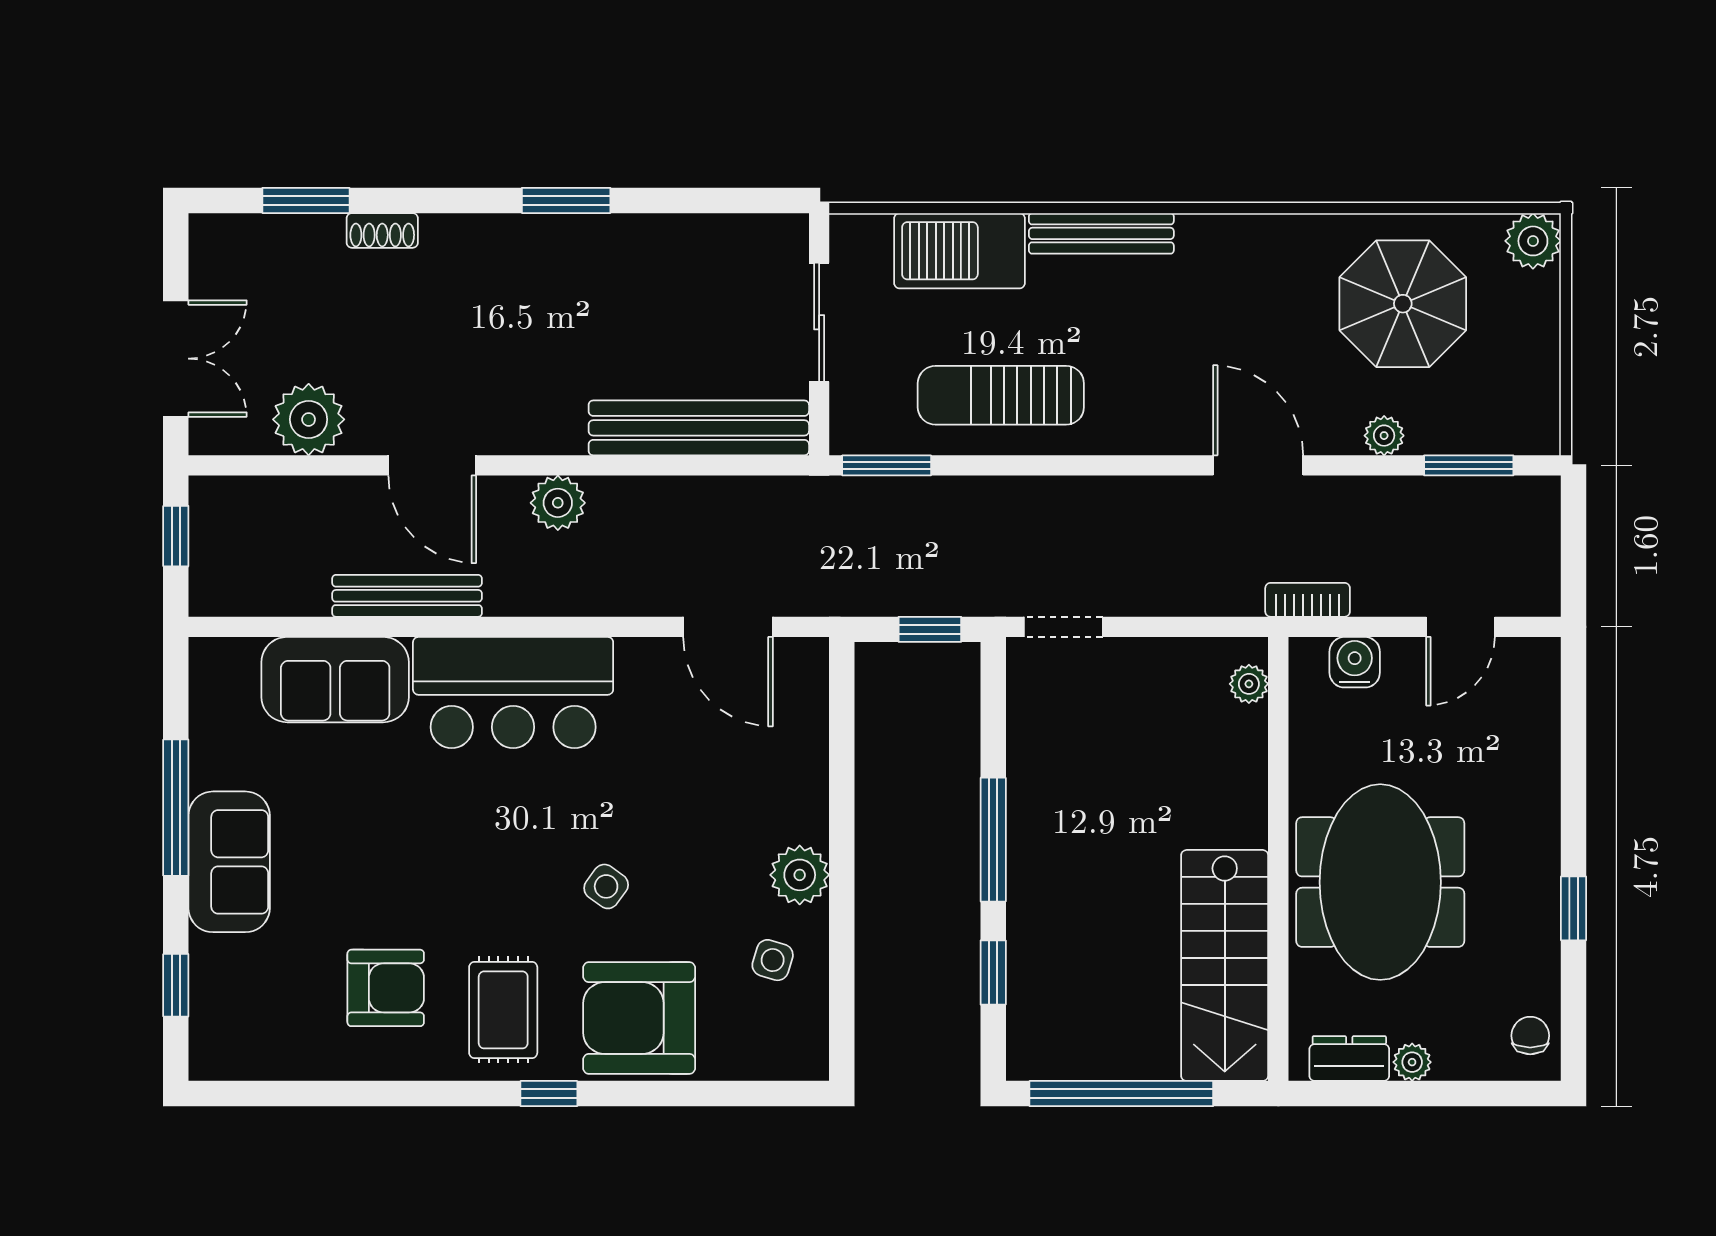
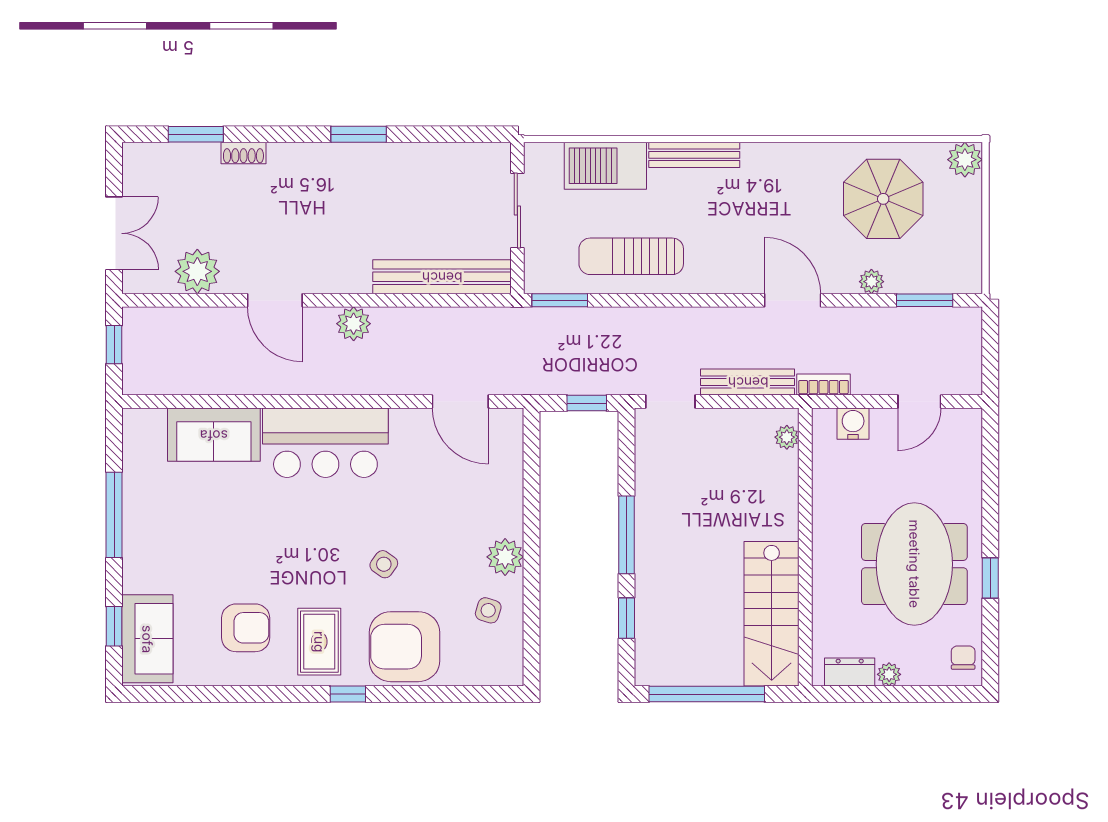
bench: (407, 596) -> (748, 382), moved
sofa: (229, 862) -> (147, 639), moved
meeting table: (1380, 882) -> (914, 564), moved

